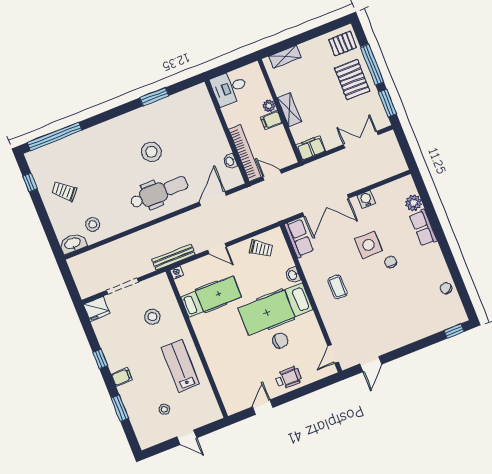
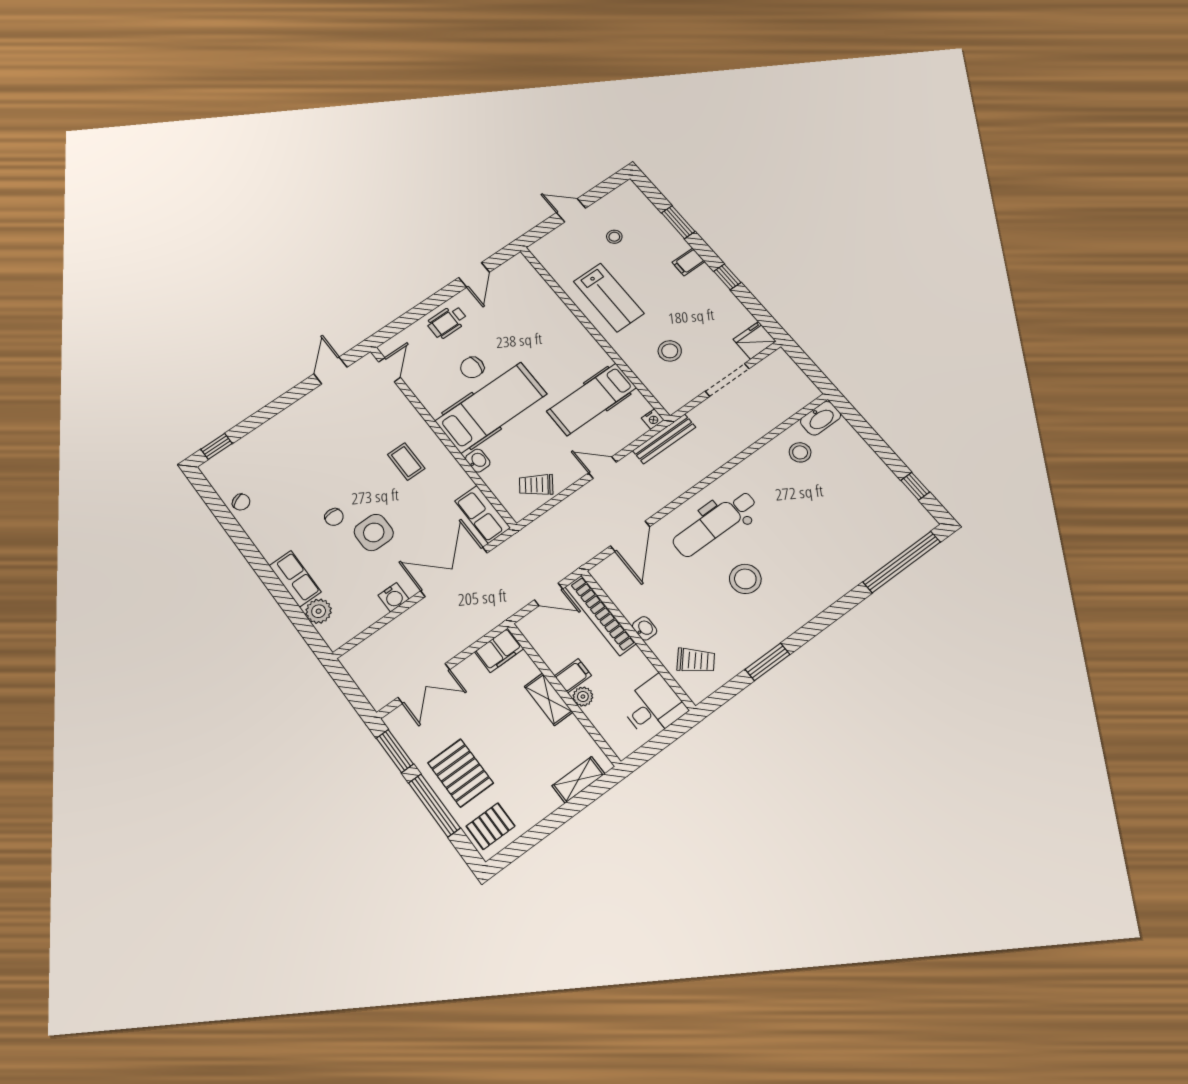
washbasin: (230, 161) -> (645, 628), moved
trolley: (64, 191) -> (696, 661), moved

